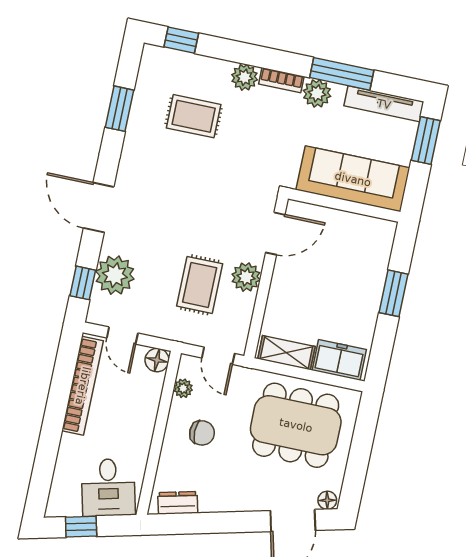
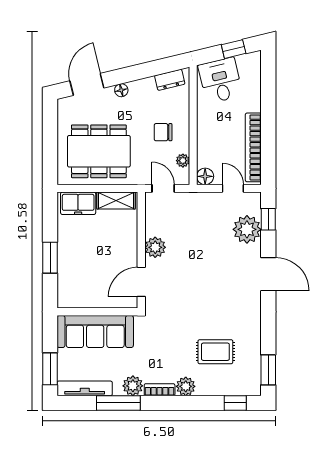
window: (119, 109) -> (268, 370), moved
rug: (200, 285) -> (186, 235), removed
floor lamp: (327, 500) -> (121, 90), moved

